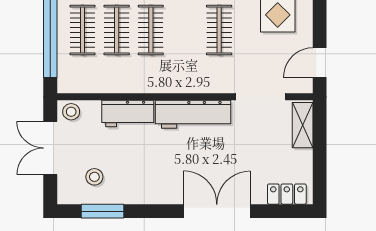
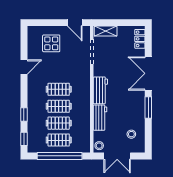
clothes rail: (219, 30) -> (59, 89), moved
workbench: (193, 114) -> (100, 90), width x0.73
window: (102, 211) -> (148, 108), moved

